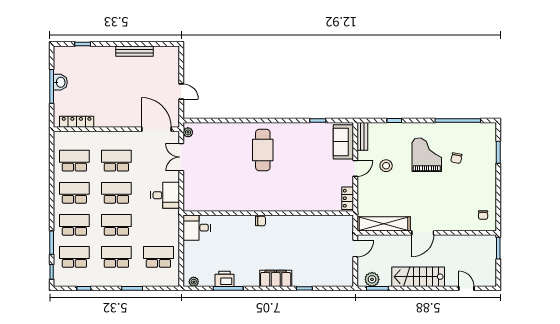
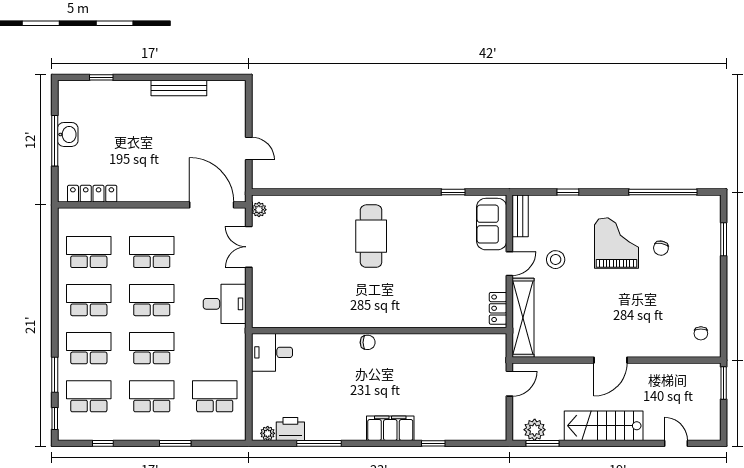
shelving: (384, 224) -> (523, 318), moved, turned 90
printer: (225, 279) -> (290, 429), moved

